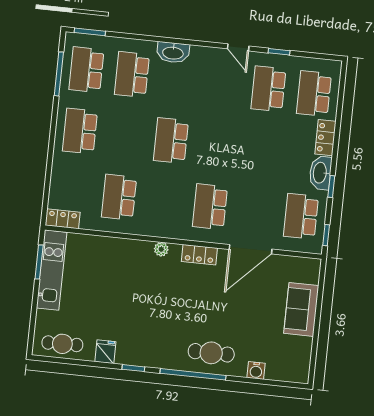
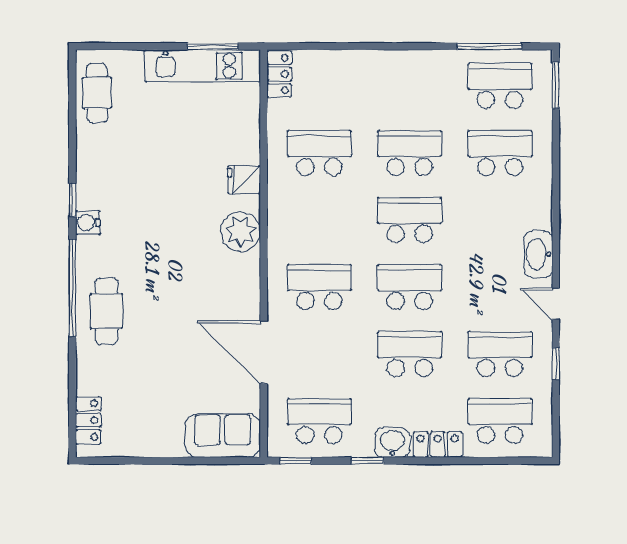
door: (238, 47) -> (556, 304), hinge flipped
washbasin: (173, 53) -> (538, 254), moved
school desk: (80, 131) -> (410, 153), moved
school desk: (216, 145) -> (410, 287), added
school desk: (262, 150) -> (410, 354), added
washbasin: (320, 173) -> (392, 443), width x0.72
plant: (161, 249) -> (241, 232), width x1.88, depth x1.88
locker: (199, 255) -> (88, 420), moved, turned 180
sofa: (301, 309) -> (223, 436), moved
fridge: (105, 352) -> (244, 180), moved, turned 180
water cooler: (256, 371) -> (88, 223), moved

